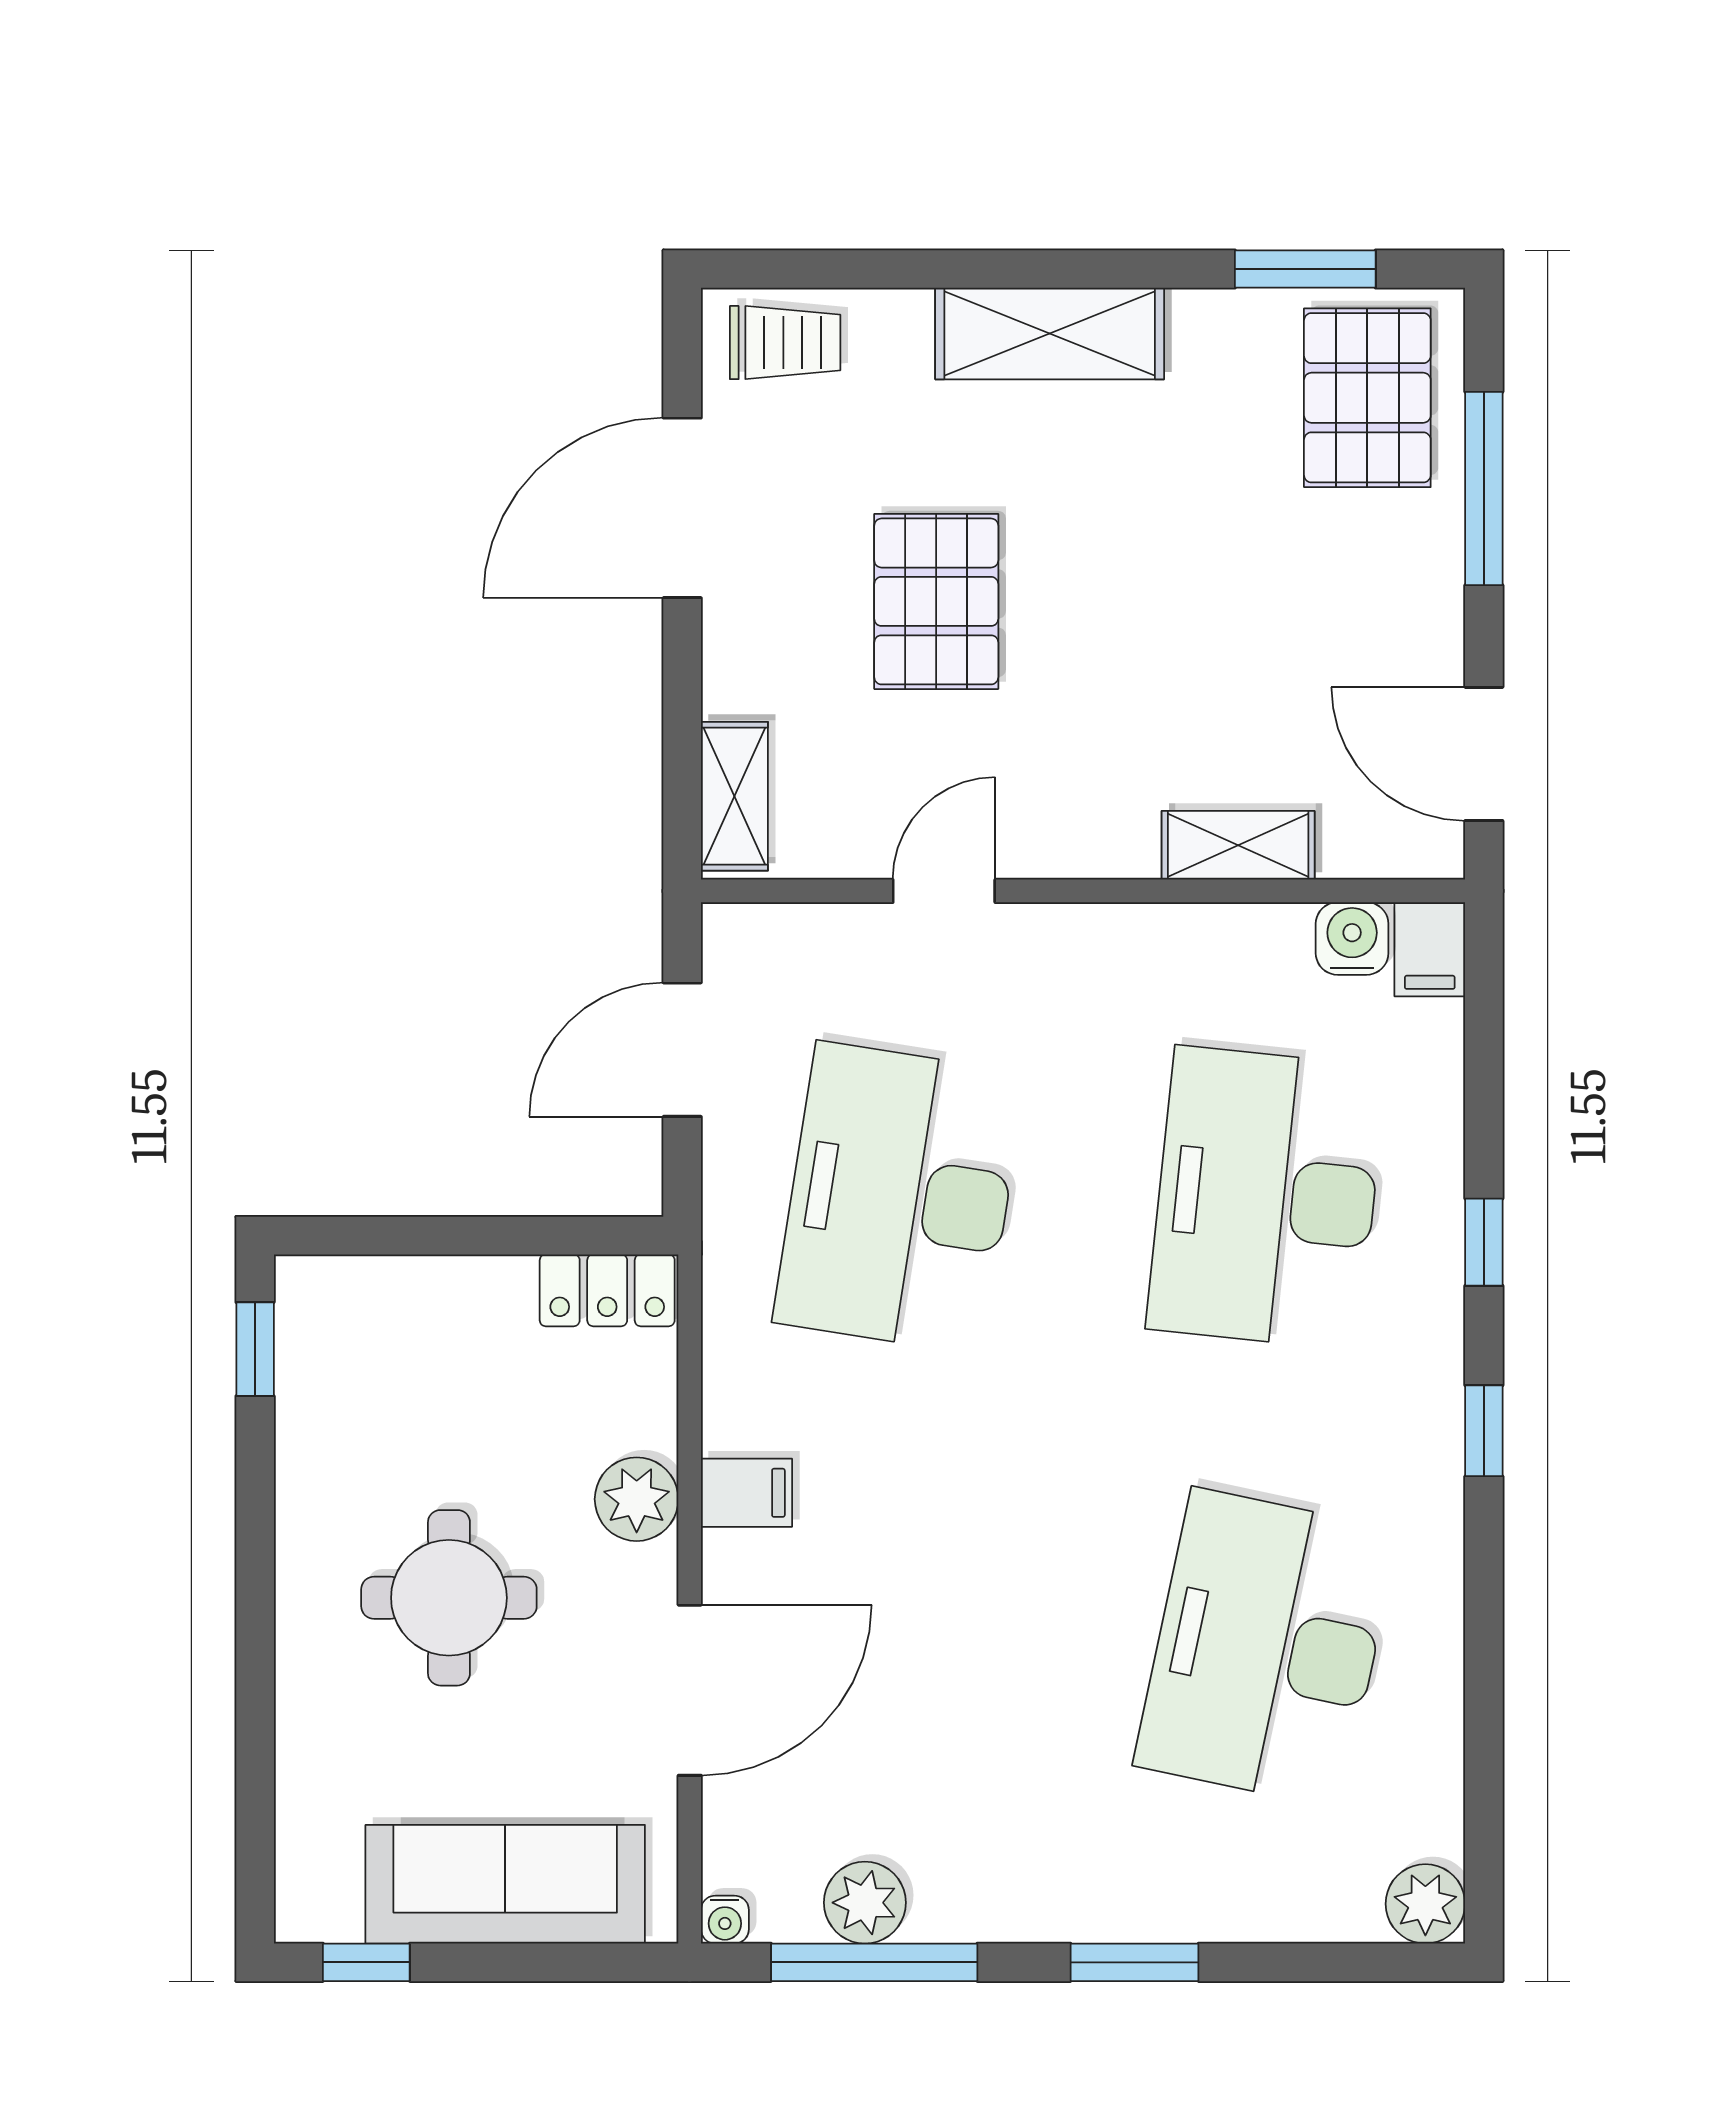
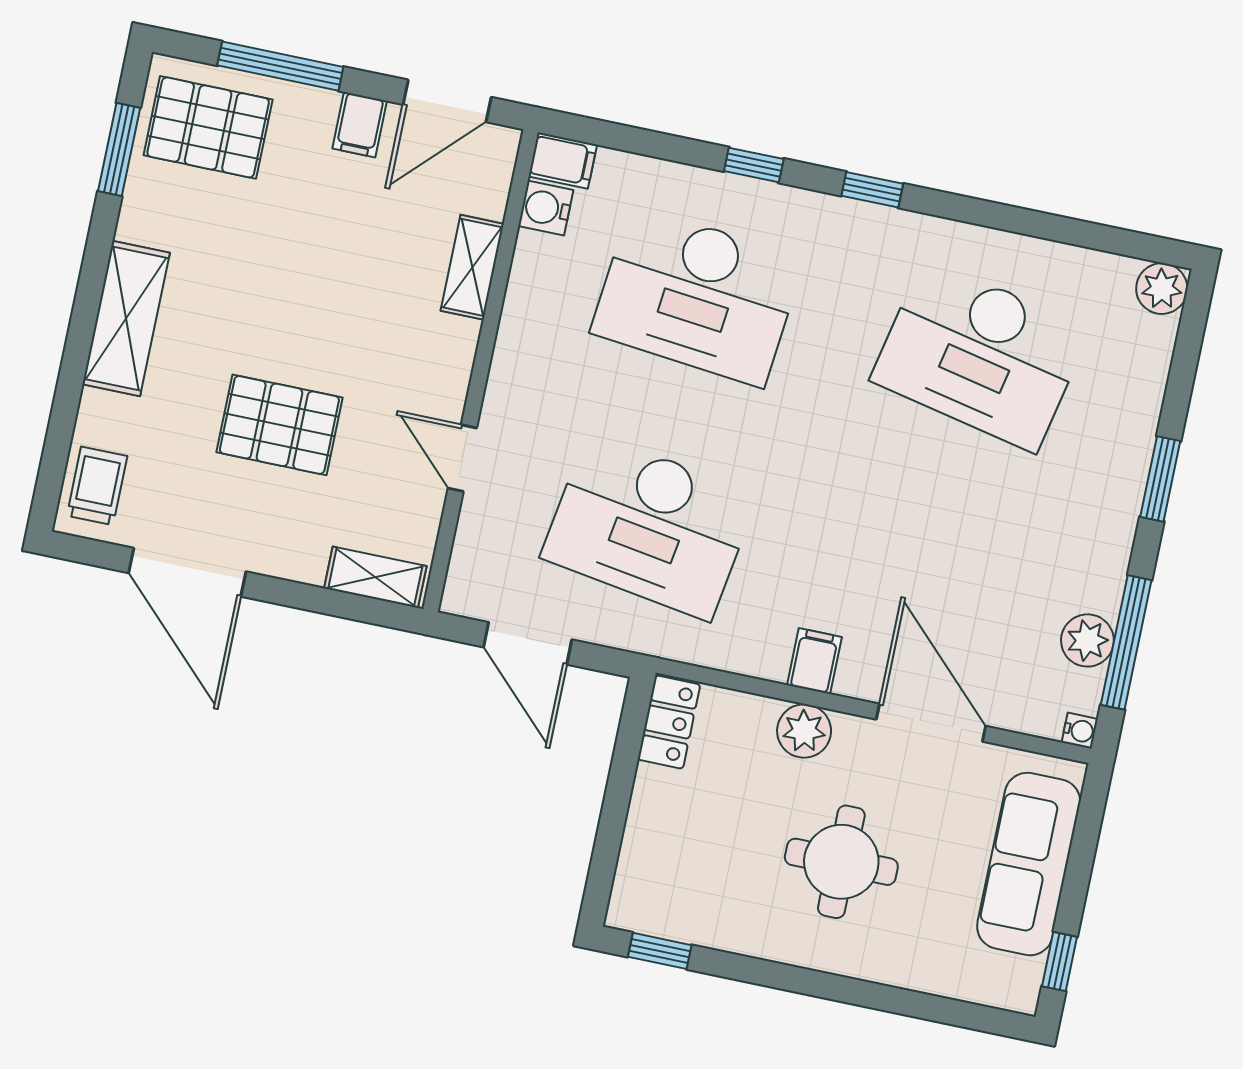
filing cabinet: (1420, 628) -> (360, 125), added

